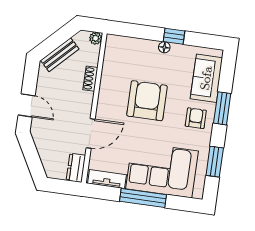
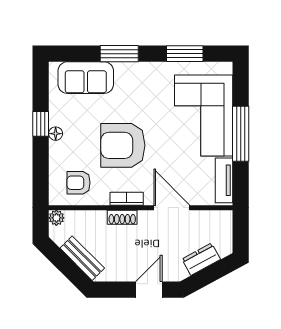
shoe rack: (90, 79) -> (122, 217), moved
bookcase: (103, 98) -> (127, 199), added
armchair: (196, 118) -> (79, 183), moved
dresser: (76, 168) -> (201, 259), moved, turned 152

